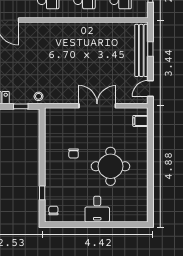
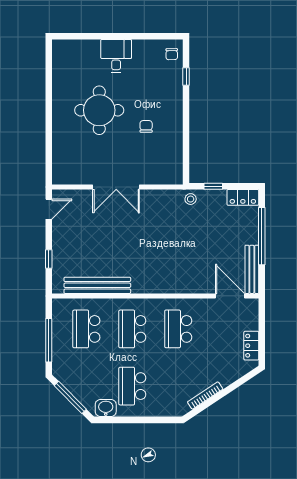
bench: (141, 50) -> (97, 285), moved, turned 90
filing cabinet: (140, 121) -> (61, 168), removed

